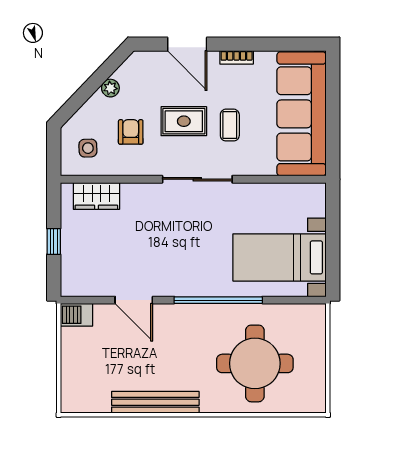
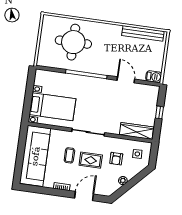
door: (187, 44) -> (84, 196), hinge flipped
wardrobe: (96, 196) -> (136, 131), width x1.50
bed with nightstands: (280, 257) -> (52, 107), moved
bench: (155, 402) -> (143, 33), moved

